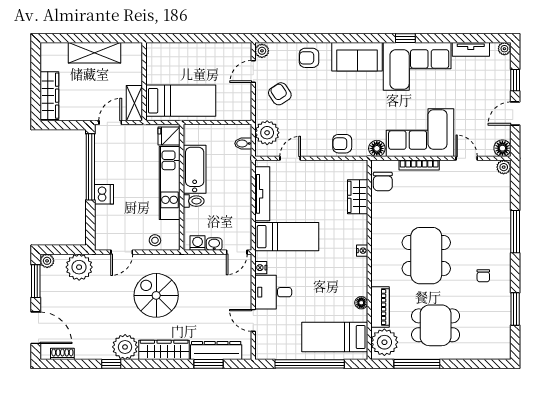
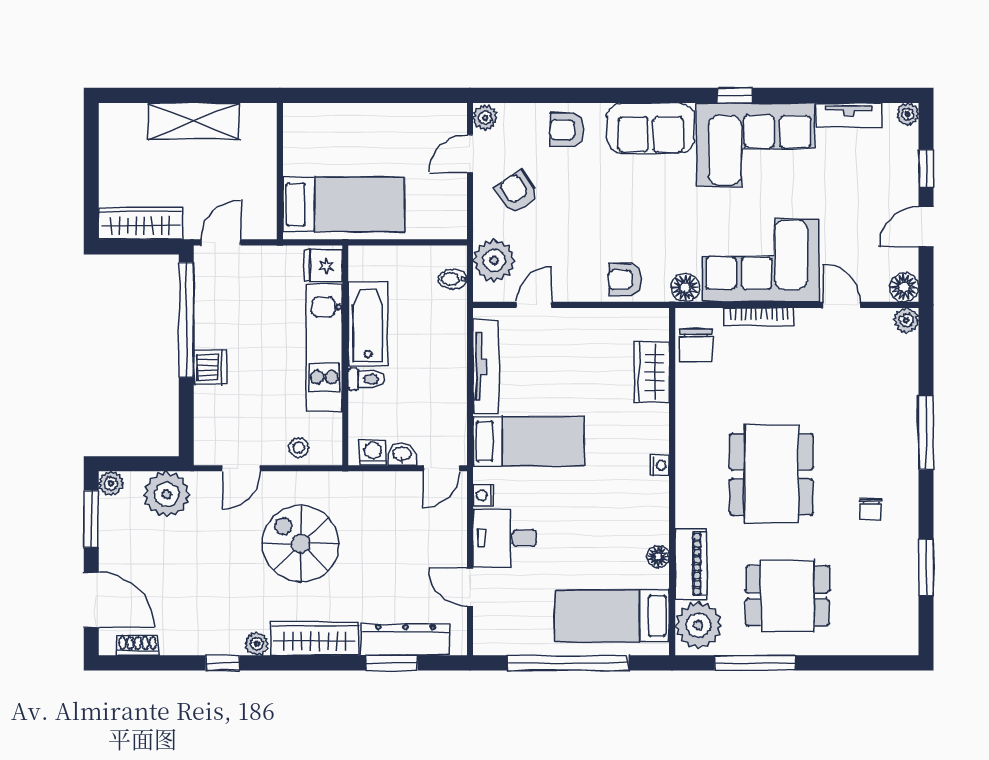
wardrobe: (49, 96) -> (140, 223), moved, turned -90
shelving: (134, 103) -> (263, 209), removed
plant: (125, 347) -> (257, 644), width x0.53, depth x0.53

